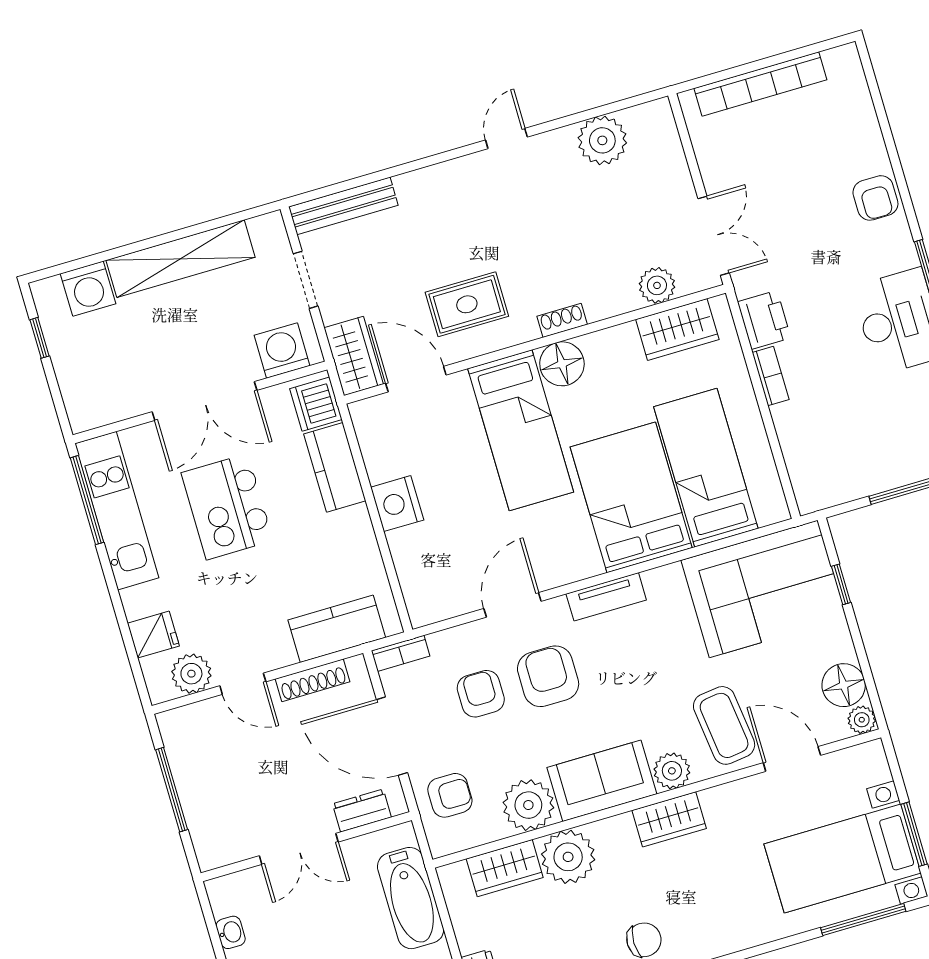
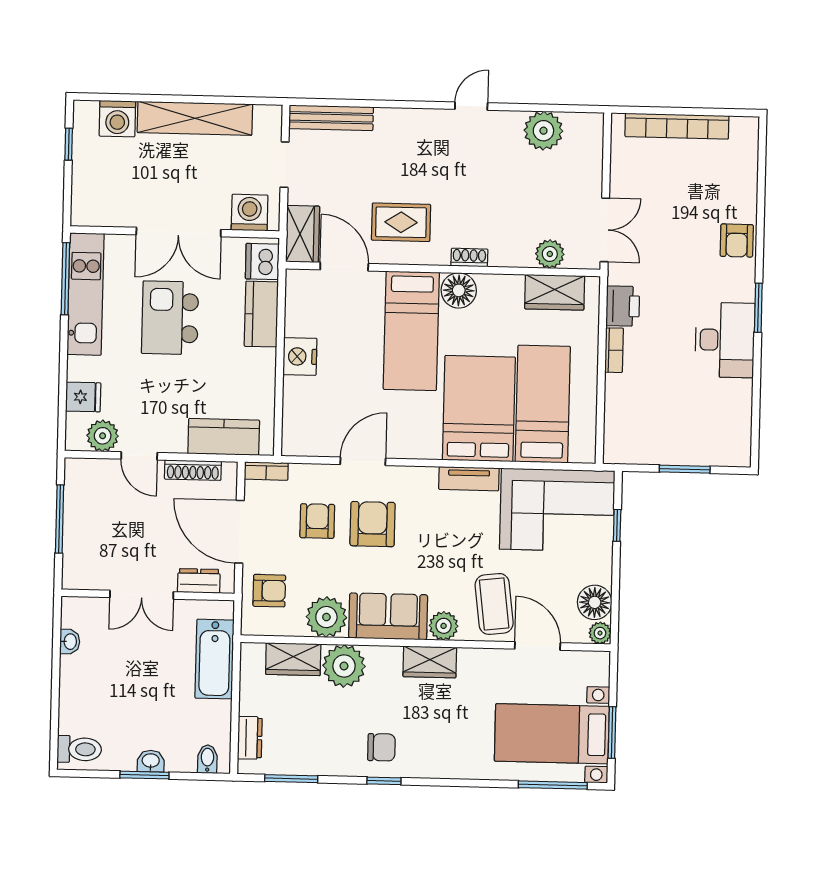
tv unit: (606, 597) -> (469, 479), moved

